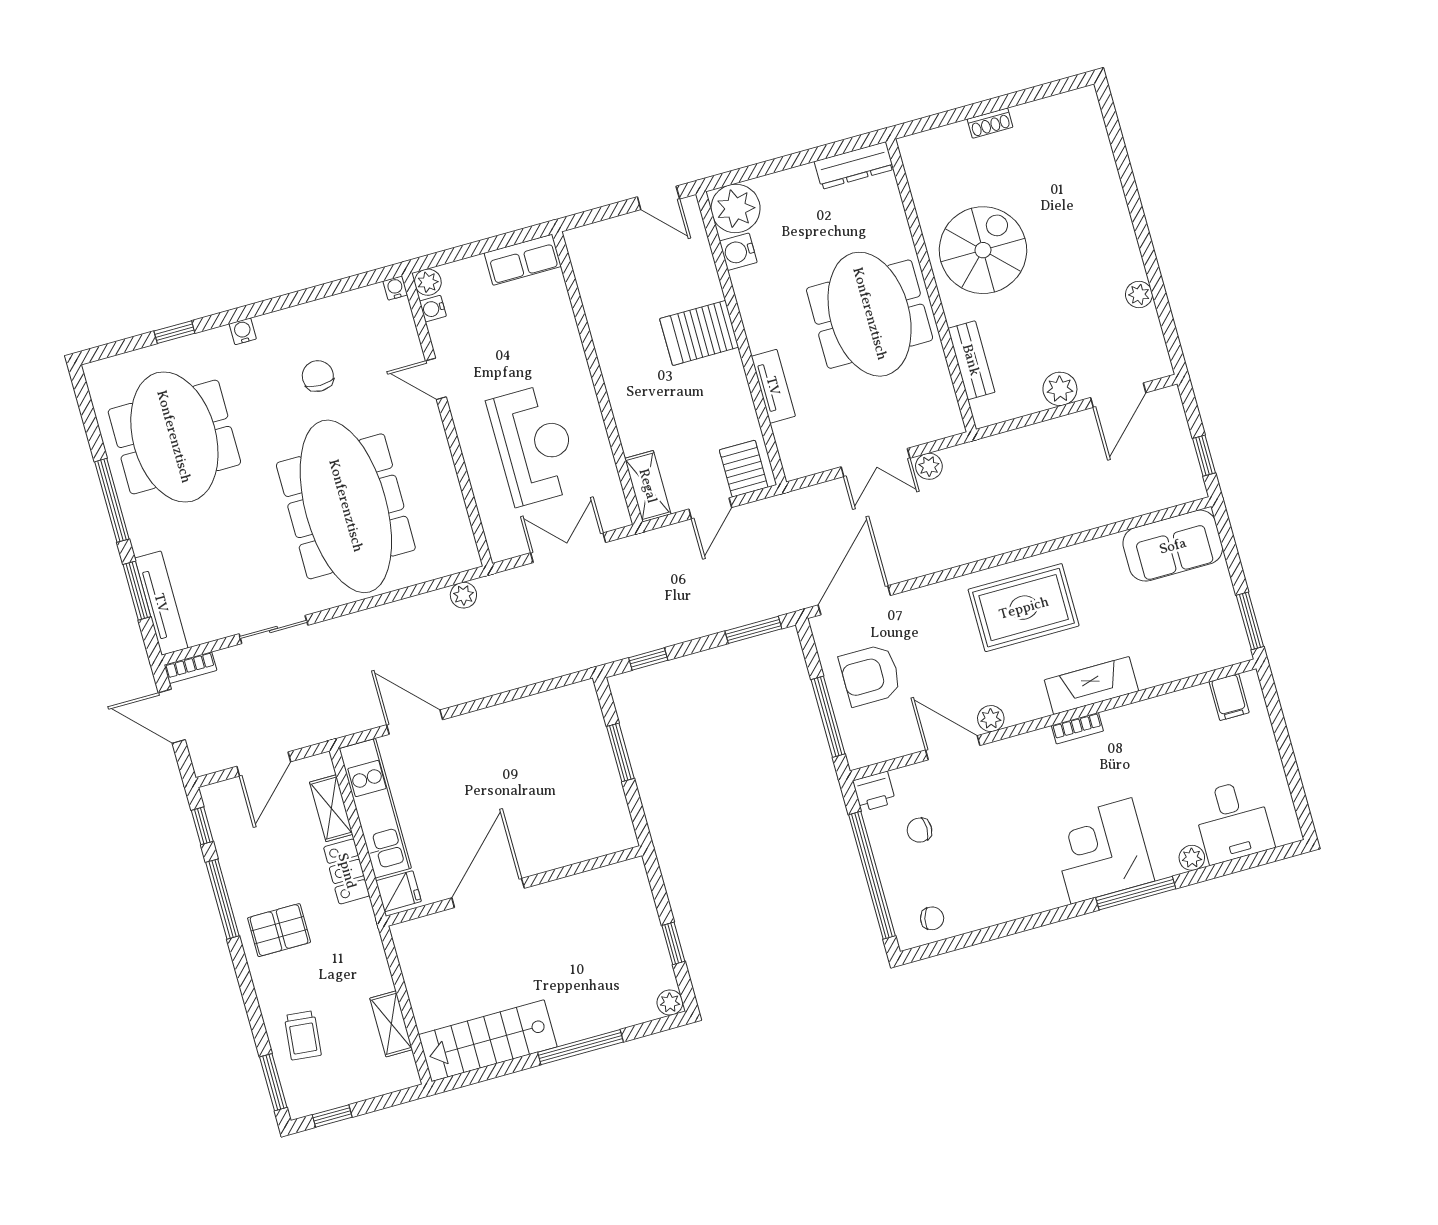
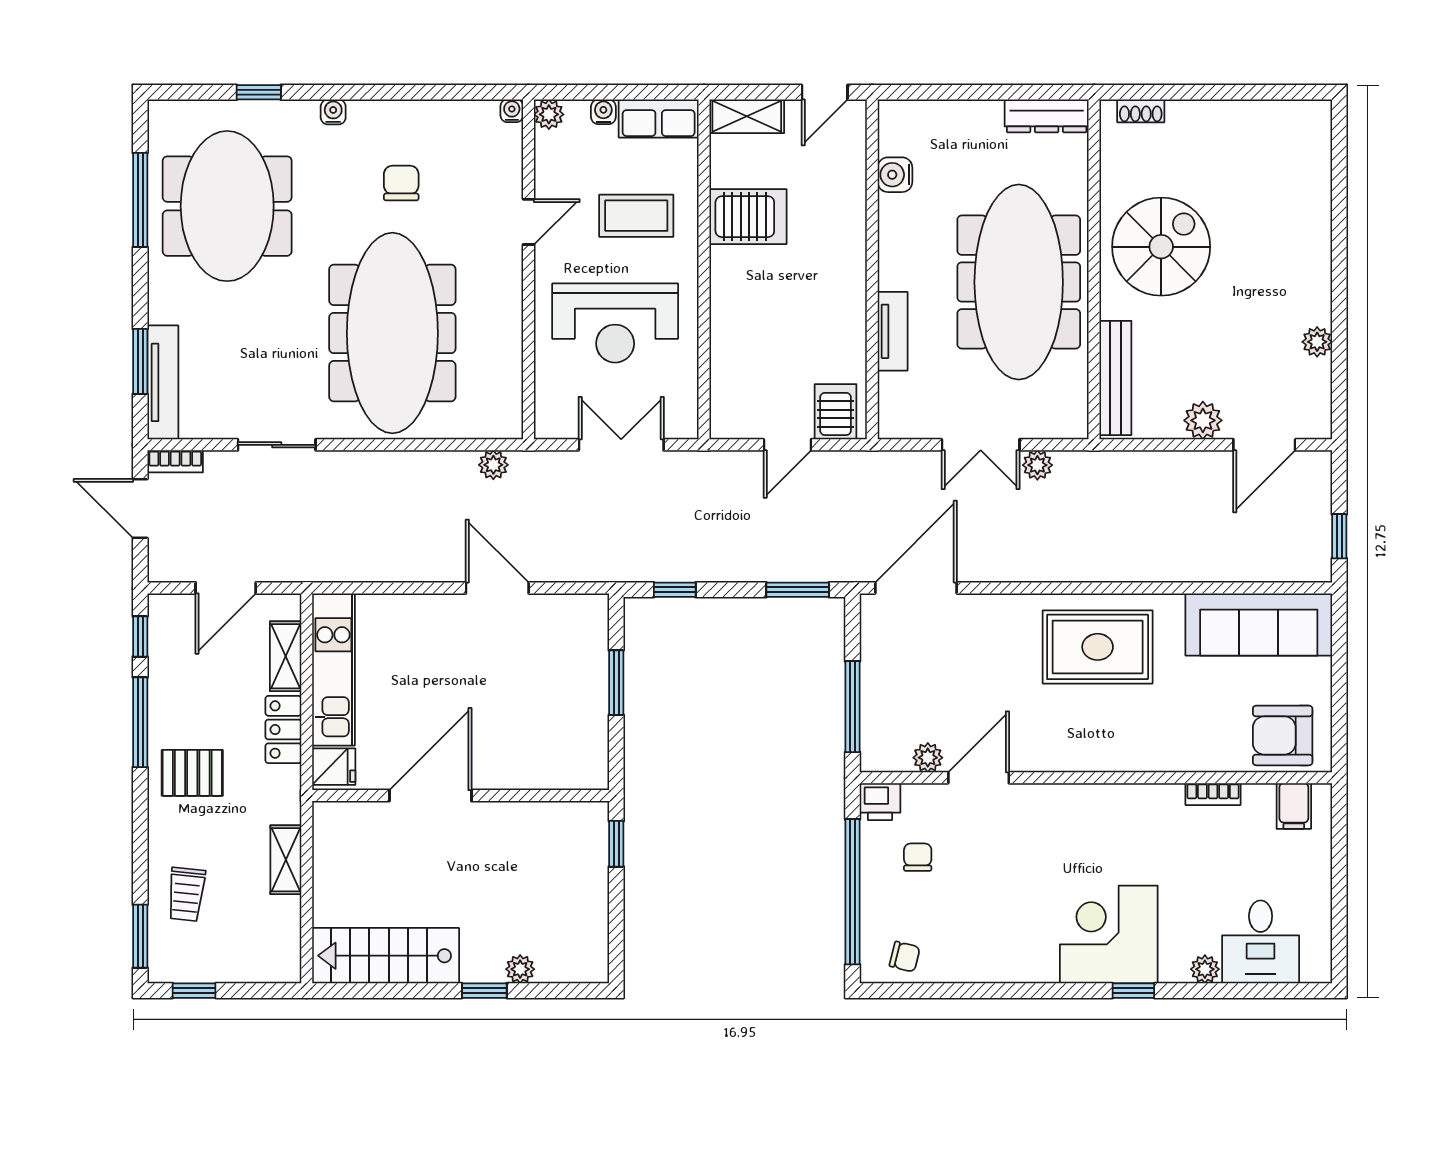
shoe rack: (990, 123) -> (1141, 111), moved
door: (658, 198) -> (825, 92), hinge flipped
plant: (736, 208) -> (905, 127), removed
water cooler: (433, 309) -> (603, 112), moved, turned 90
meeting table: (870, 314) -> (1019, 282), width x1.36
server rack: (699, 333) -> (748, 217), moved, turned 180
coffee table: (527, 348) -> (636, 216), added
bench: (971, 360) -> (1115, 378), width x1.36
door: (436, 379) -> (529, 222), swing flipped
reception desk: (534, 445) -> (615, 323), turned 90
shelving: (648, 486) -> (747, 116), moved, turned 90
window: (112, 500) -> (140, 200), moved
sofa: (1173, 546) -> (1259, 625), width x1.36
window: (1250, 621) -> (1339, 729), removed
armchair: (870, 675) -> (1283, 735), moved
fireplace: (1091, 685) -> (1148, 752), removed
plant: (991, 719) -> (928, 758), moved
door: (415, 722) -> (497, 588), moved
bookcase: (1077, 728) -> (1213, 794), moved
door: (953, 748) -> (979, 778), hinge flipped
chair: (920, 830) -> (918, 857), turned 90
window: (1136, 893) -> (1133, 991), width x0.46
window: (673, 943) -> (616, 844), moved
plant: (670, 1003) -> (520, 969), moved
shelving: (391, 1024) -> (286, 860), moved
window: (581, 1047) -> (484, 991), width x0.46

